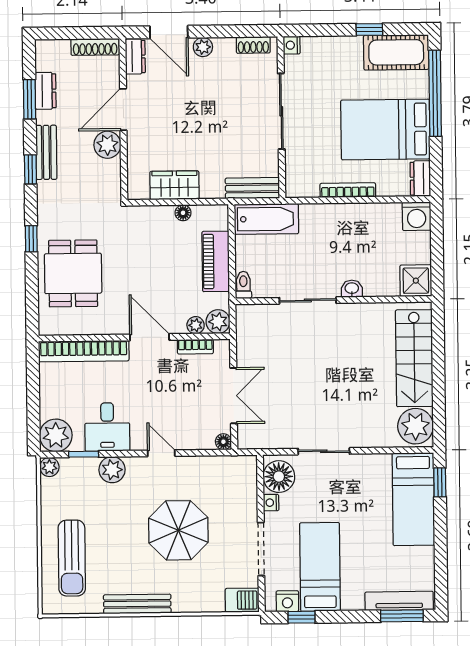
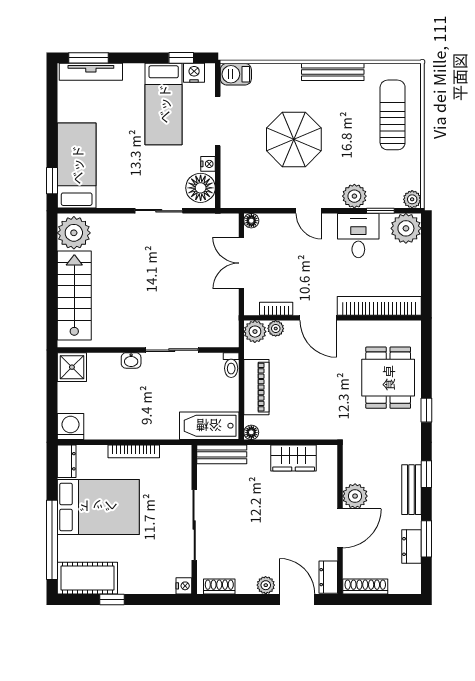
floor lamp: (183, 213) -> (251, 432), moved

